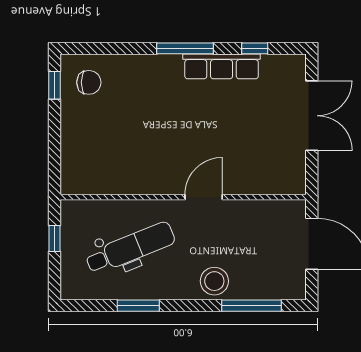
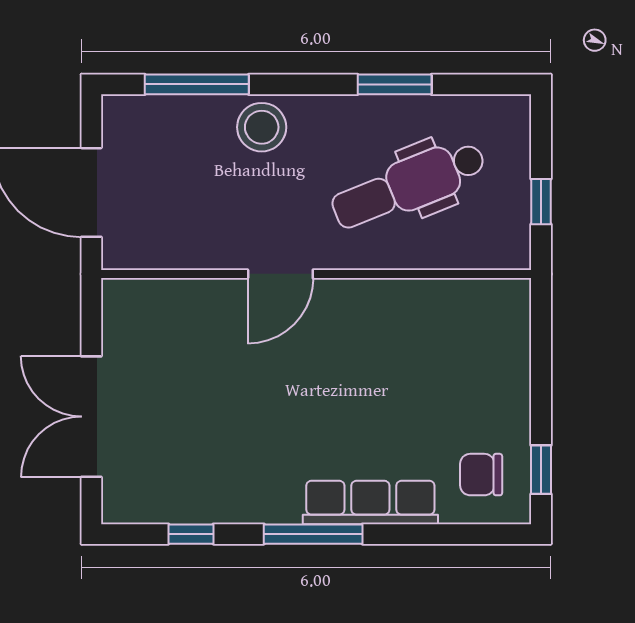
row of seats: (222, 66) -> (370, 502), moved

